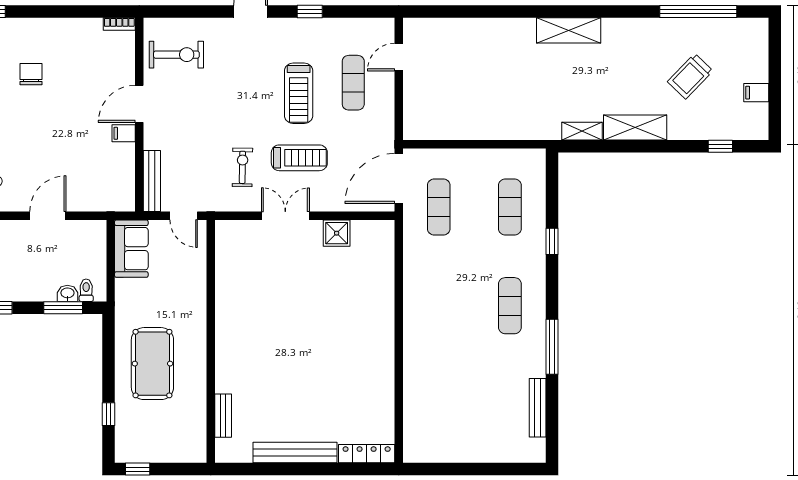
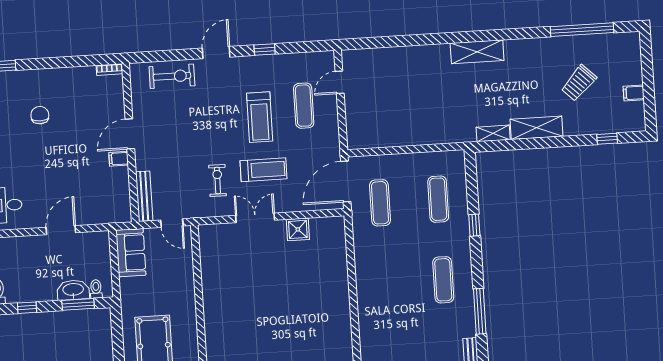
exercise bike: (176, 55) -> (172, 76), moved
washbasin: (67, 293) -> (73, 290), width x1.91, depth x1.45

